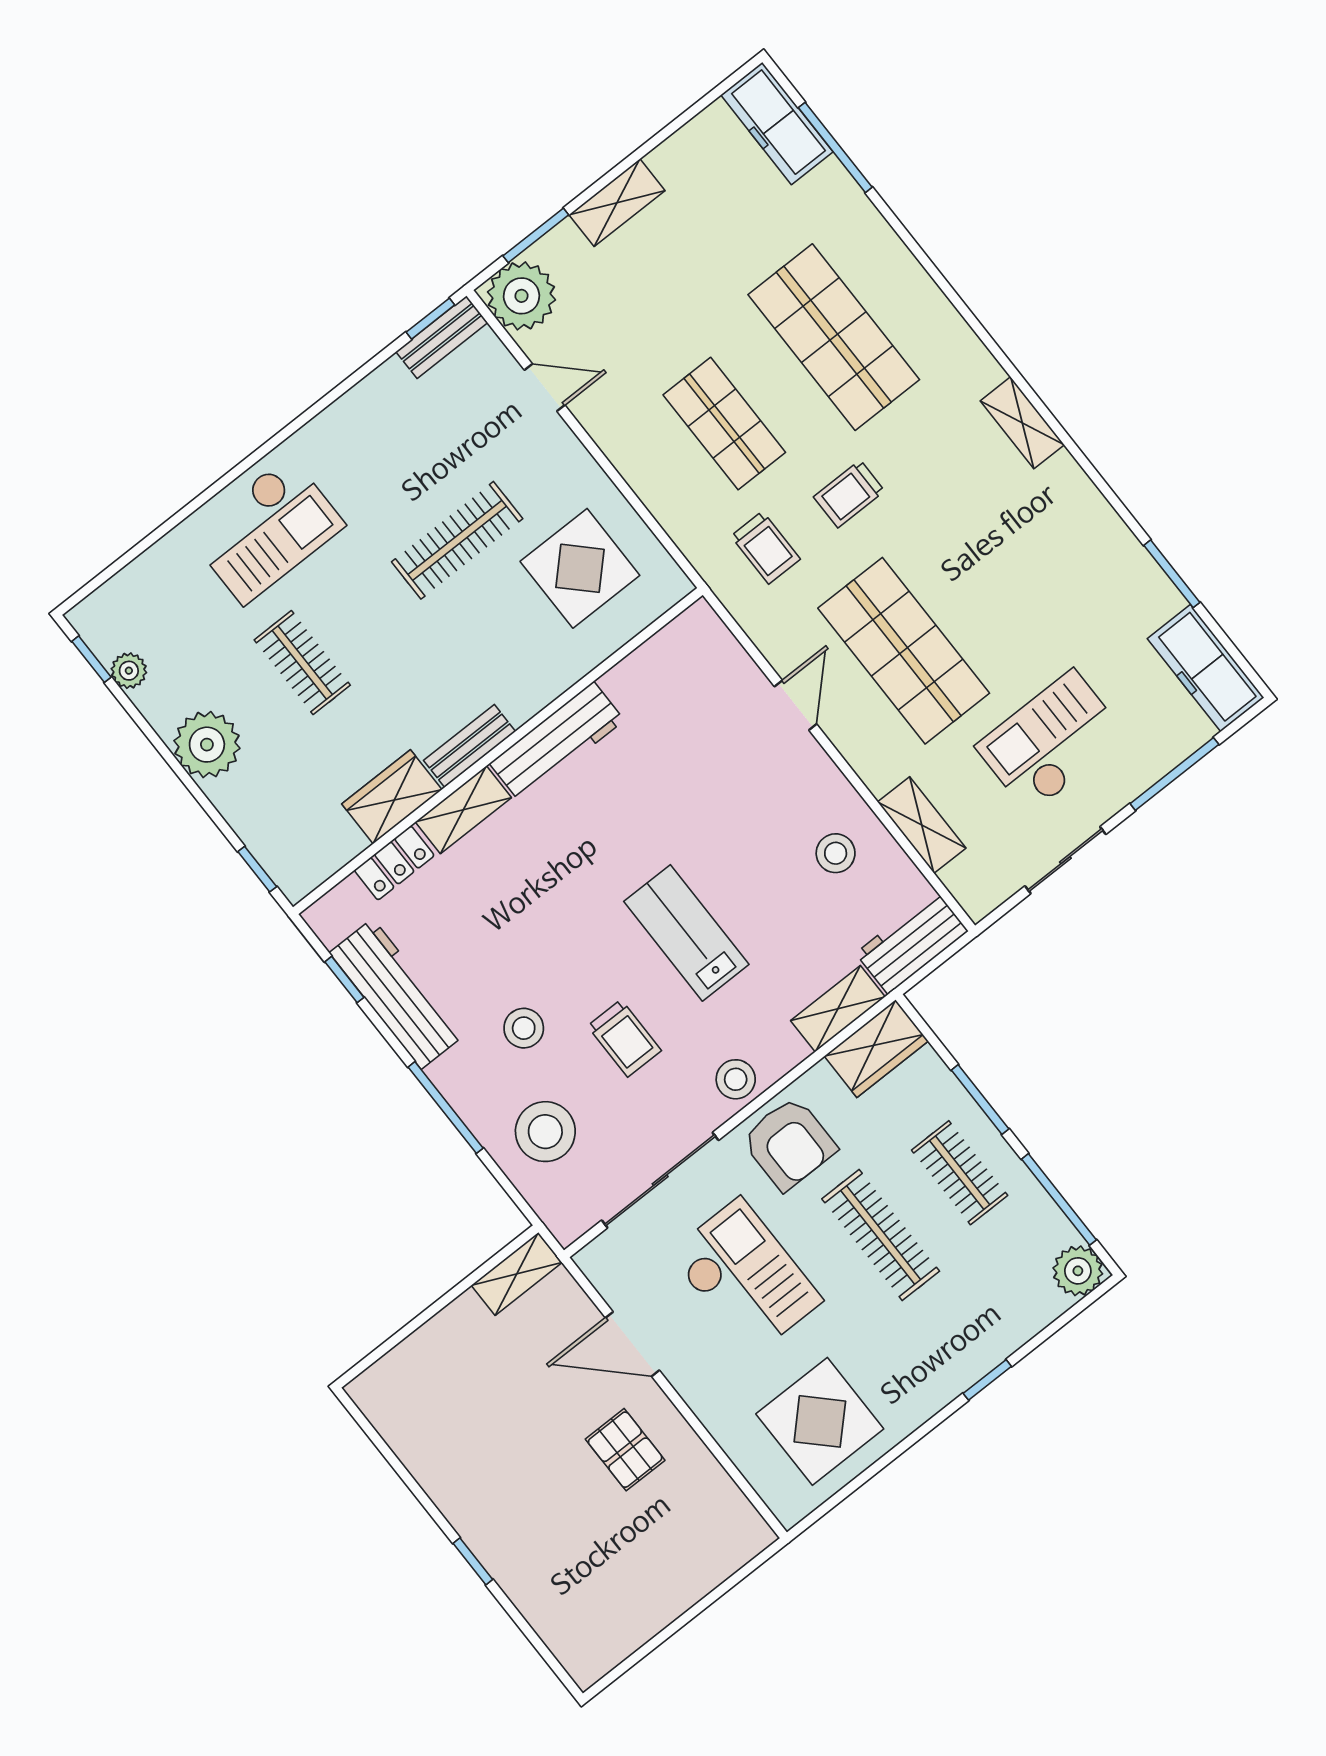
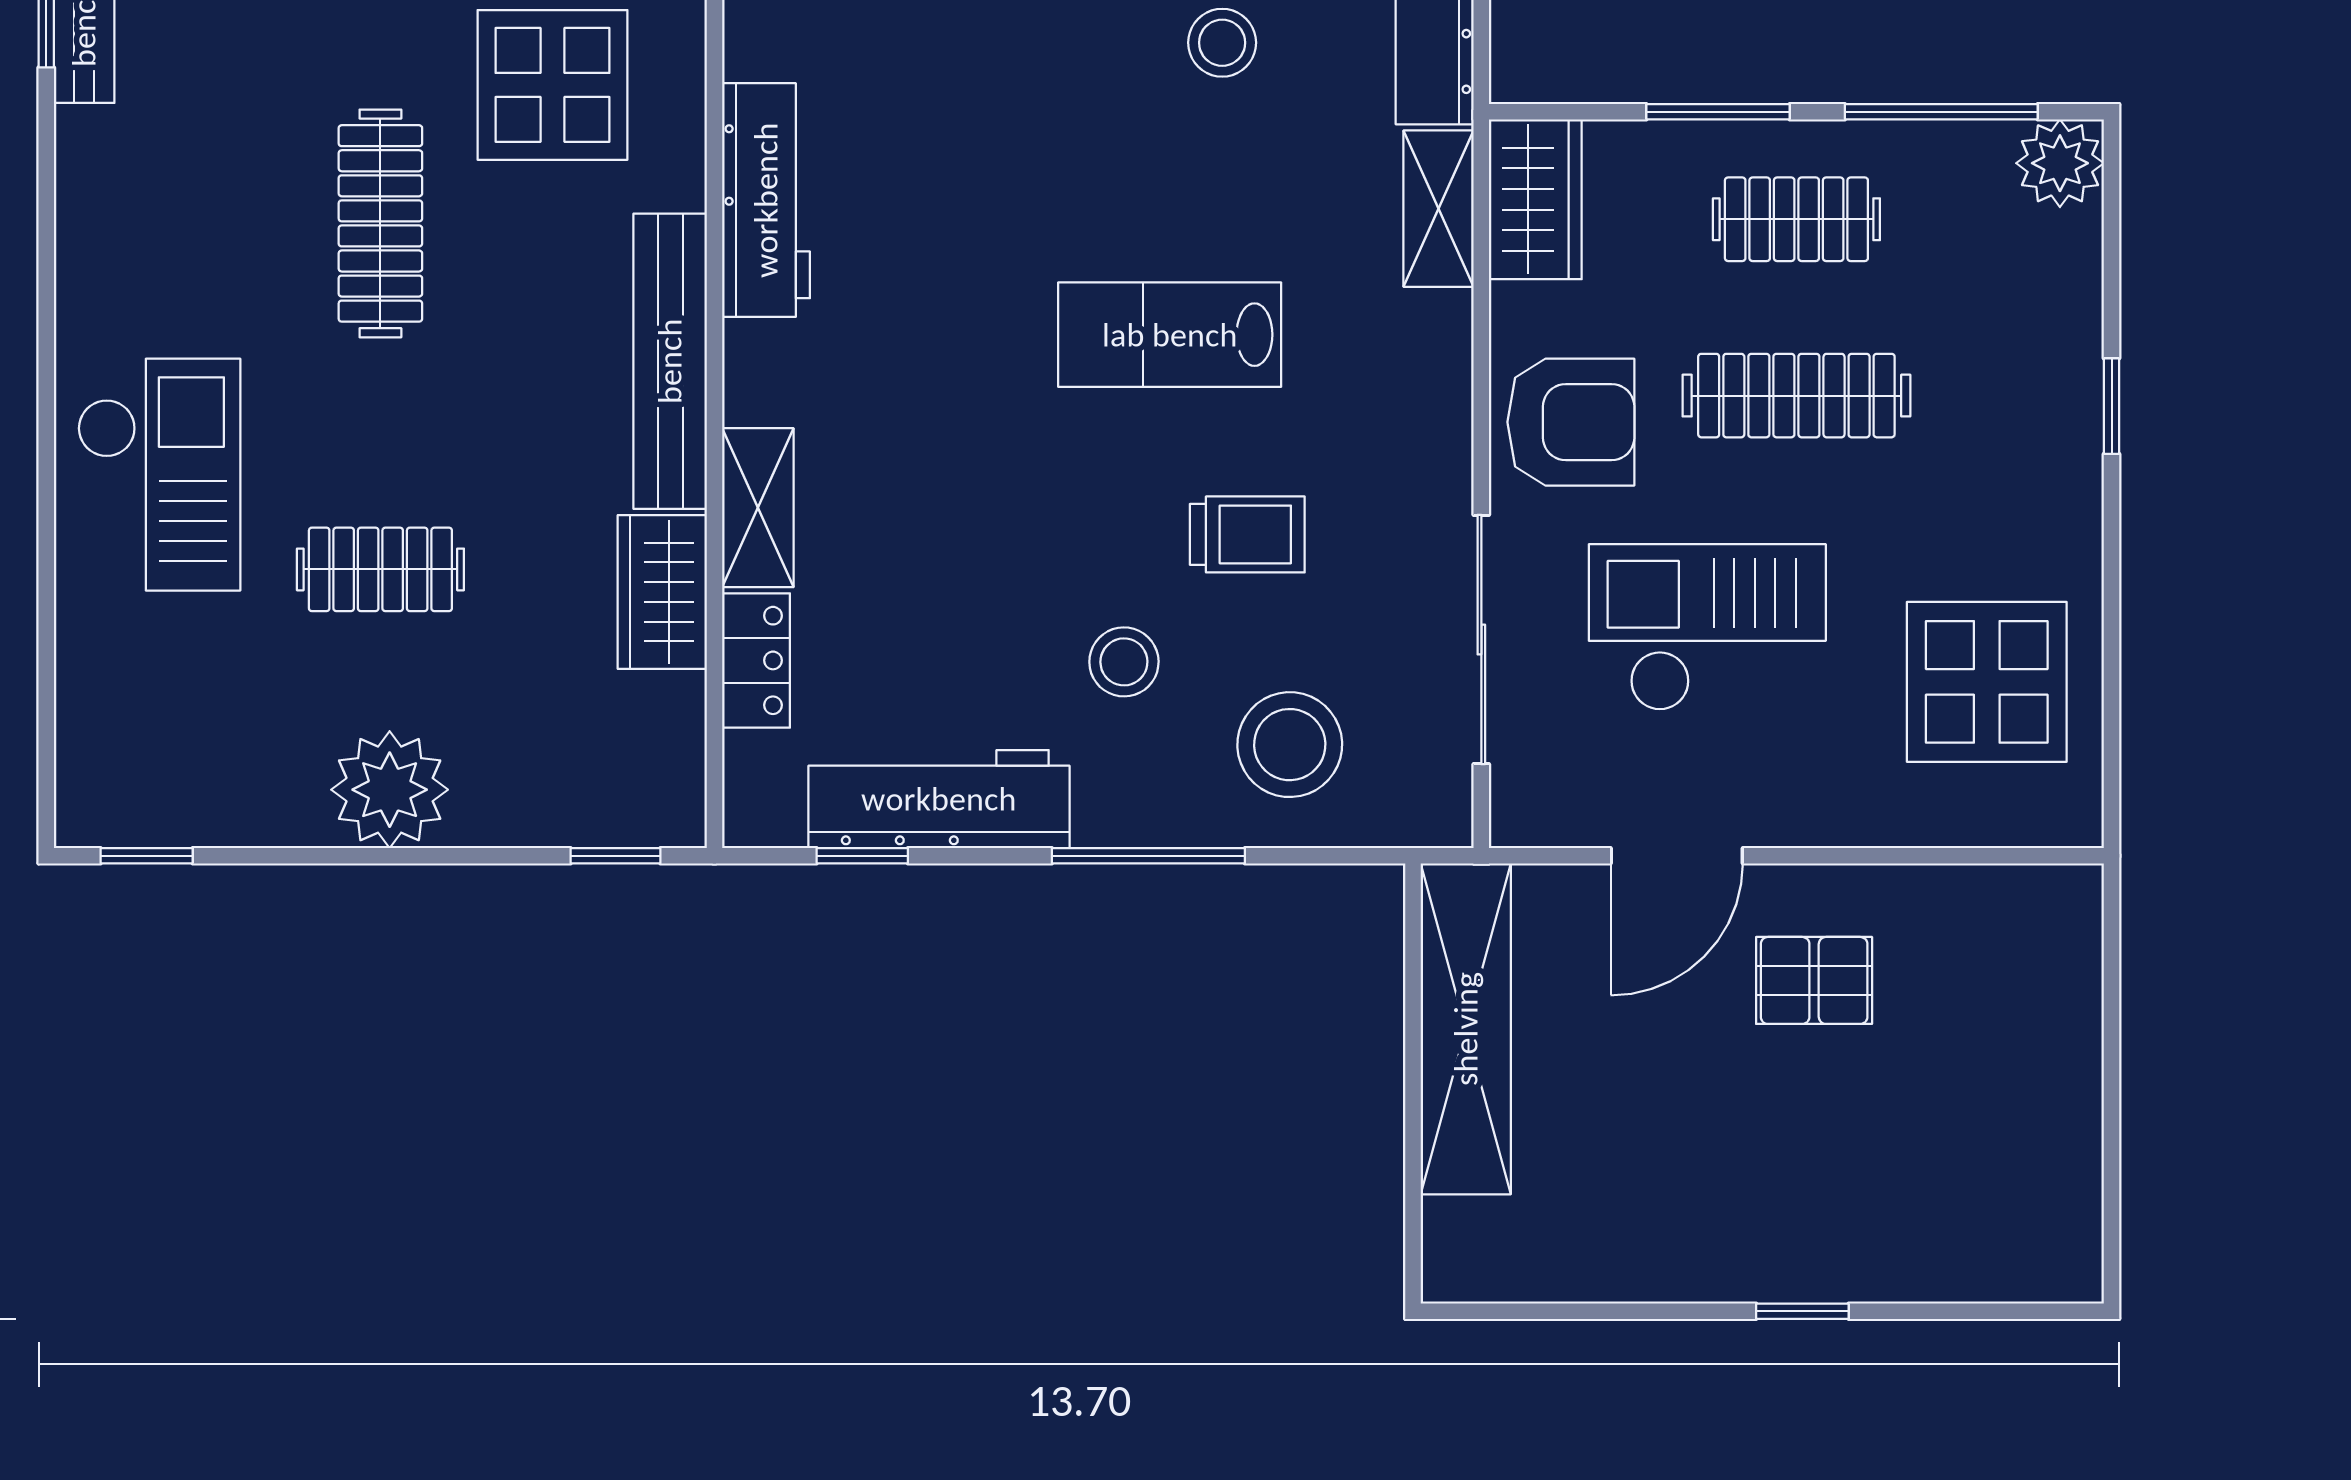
plant: (129, 671) -> (203, 817), removed
workbench: (557, 742) -> (766, 200), moved
bench: (470, 746) -> (670, 361), width x1.86, depth x1.21
stool: (736, 1079) -> (1425, 426), removed
shelving: (517, 1274) -> (1466, 1029), width x2.20, depth x1.33

